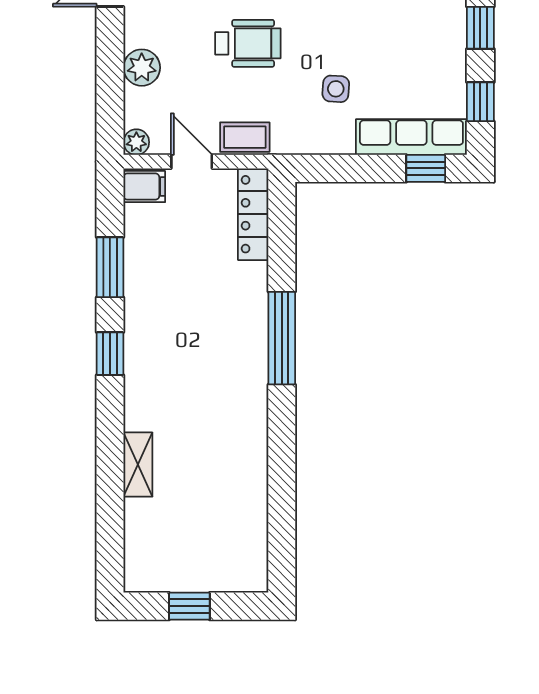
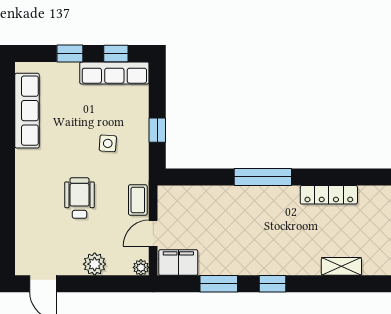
row of seats: (411, 137) -> (114, 73), moved, turned -90
window: (426, 168) -> (157, 130), moved
filing cabinet: (144, 187) -> (178, 262), width x2.00
locker: (253, 214) -> (329, 195), moved

